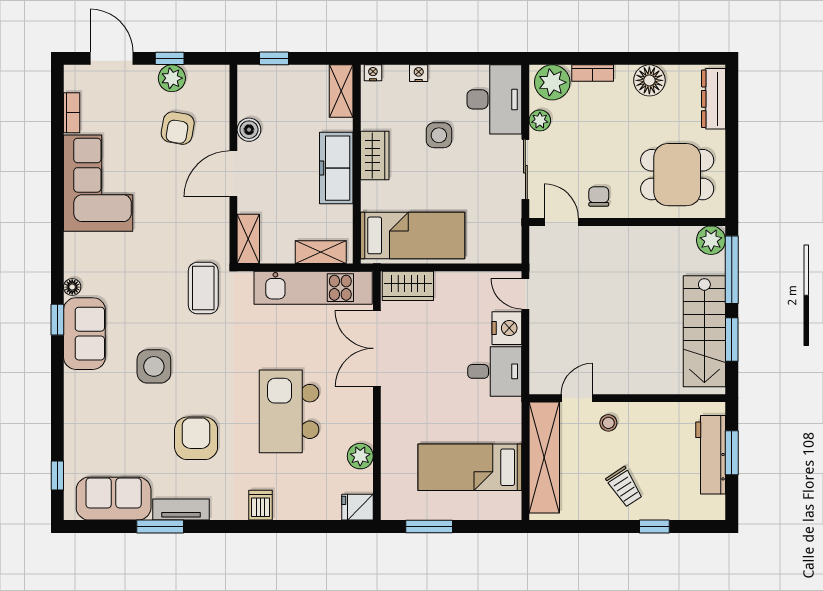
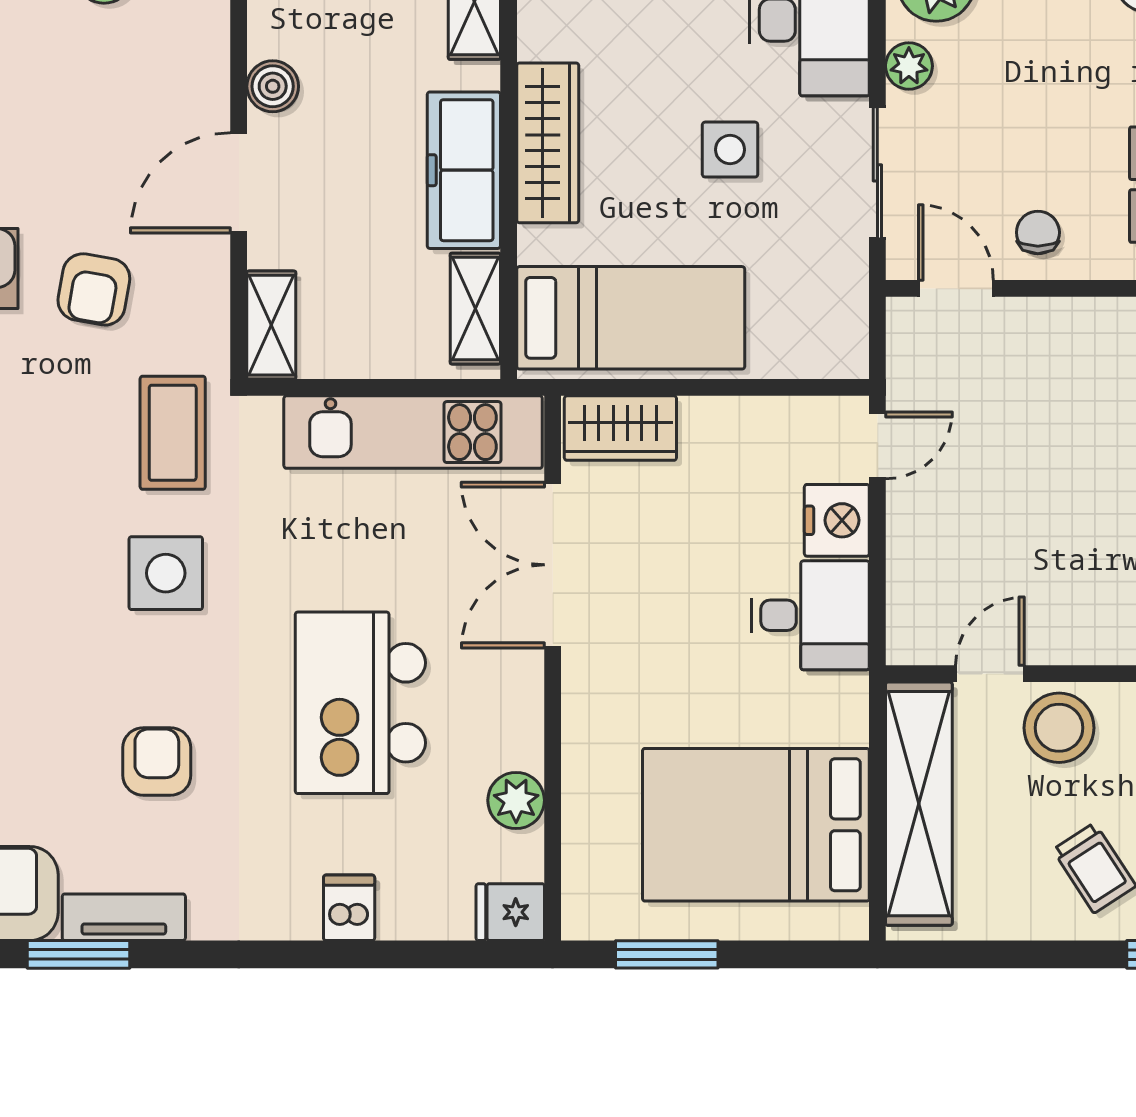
armchair: (178, 128) -> (94, 289), moved
side table: (439, 135) -> (730, 150), moved
wardrobe: (375, 156) -> (548, 143), width x1.50
shelving: (321, 252) -> (475, 309), moved, turned 90
door: (525, 294) -> (877, 445), swing flipped
side table: (154, 366) -> (166, 573), moved
stool: (608, 423) -> (1059, 728), width x1.89, depth x1.89
armchair: (196, 438) -> (157, 761), width x0.72, depth x0.72
bed: (470, 467) -> (756, 825), width x1.50
dishwasher: (260, 505) -> (349, 908), moved

